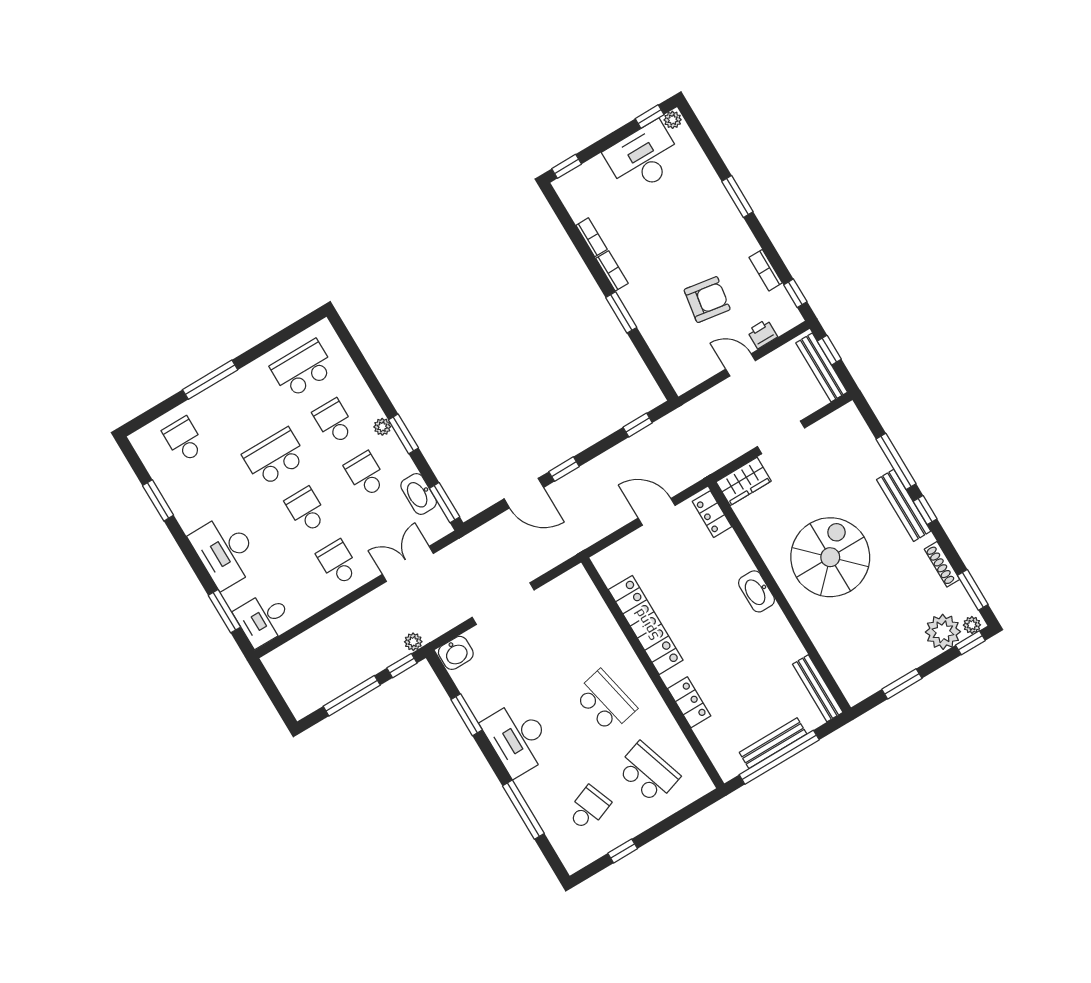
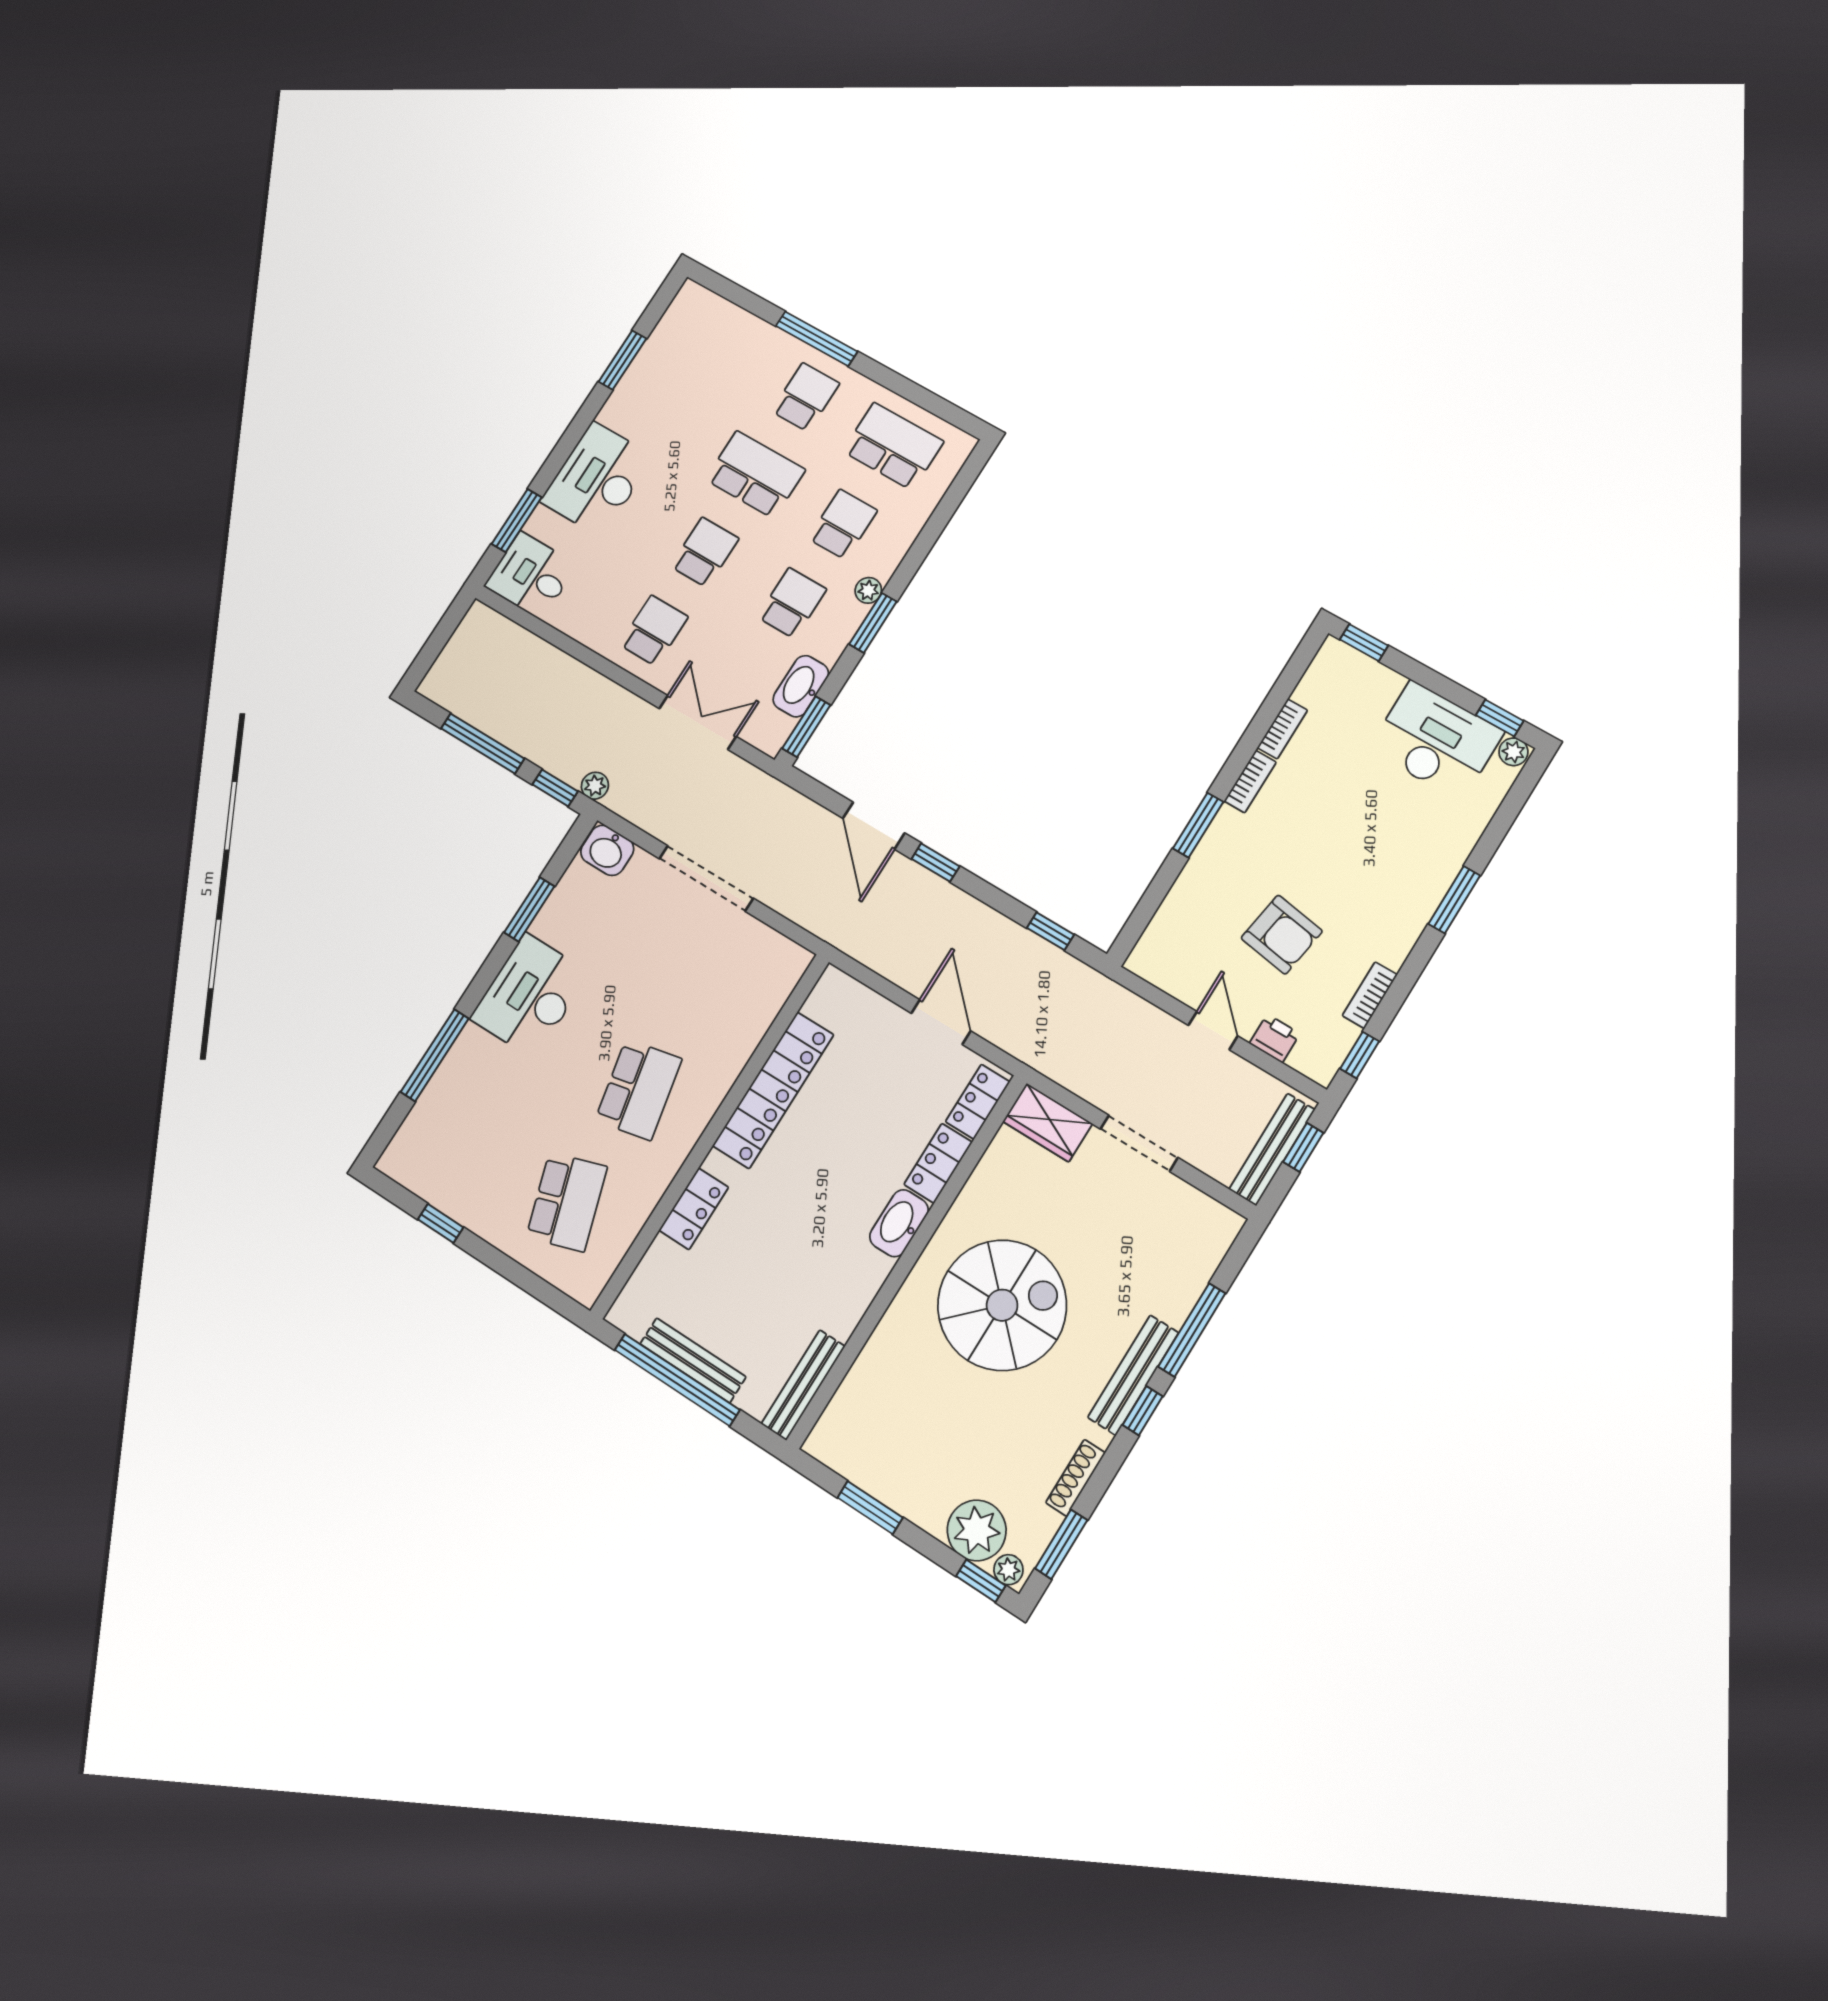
school desk: (184, 440) -> (805, 397), moved
locker: (735, 553) -> (938, 1163), added
school desk: (588, 808) -> (478, 1144), removed

